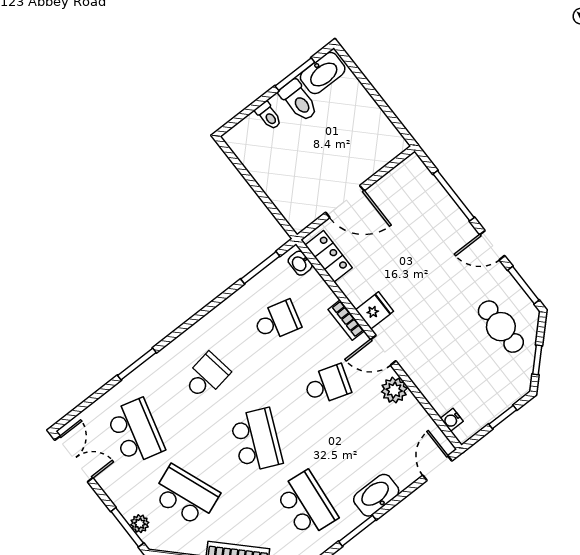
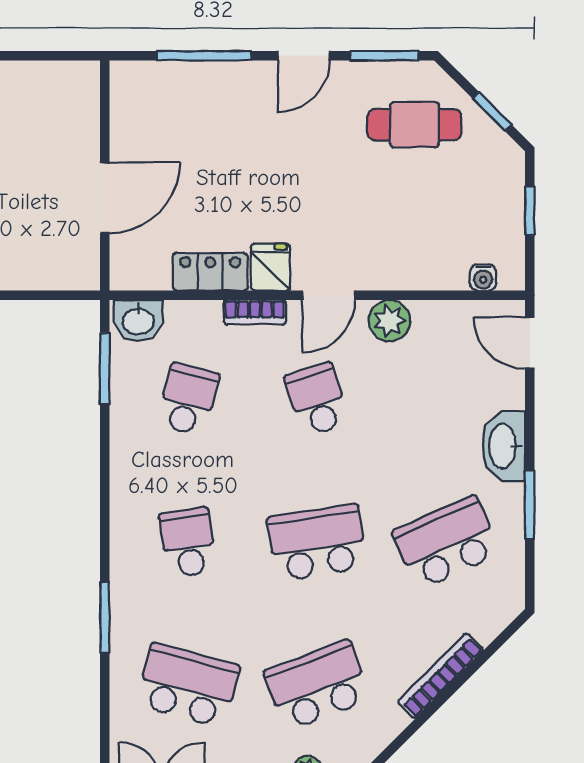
locker: (329, 256) -> (210, 272), moved
washbasin: (300, 263) -> (138, 321), width x1.38, depth x1.45
school desk: (327, 385) -> (317, 400), turned -36
school desk: (256, 440) -> (317, 542), turned -33
school desk: (306, 504) -> (446, 542), turned -30

